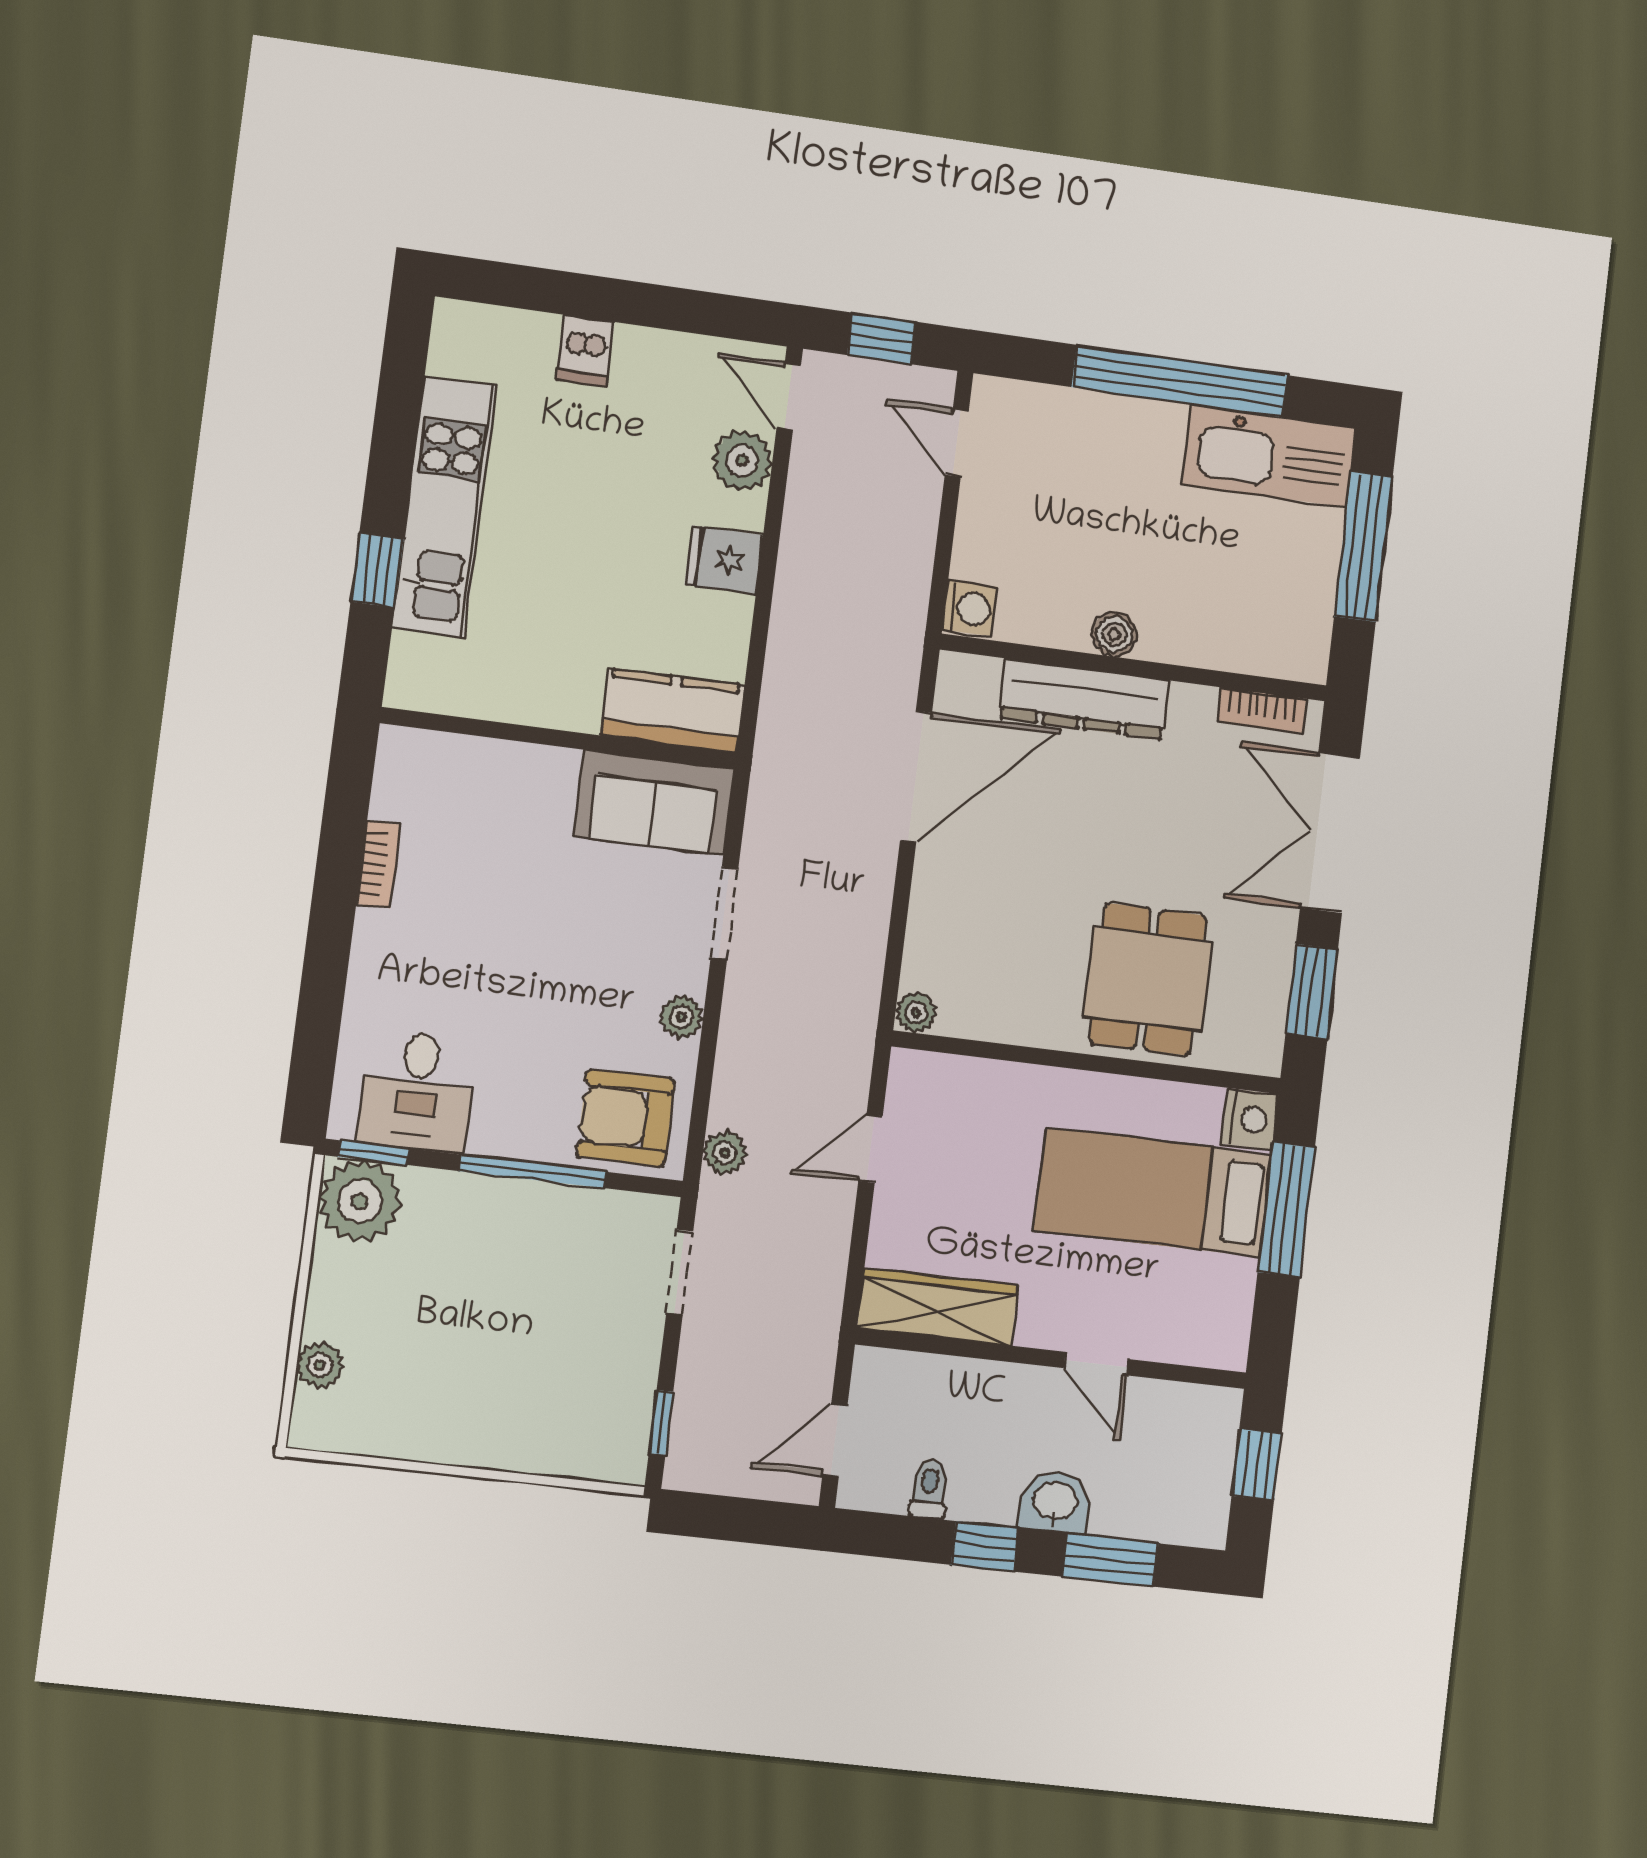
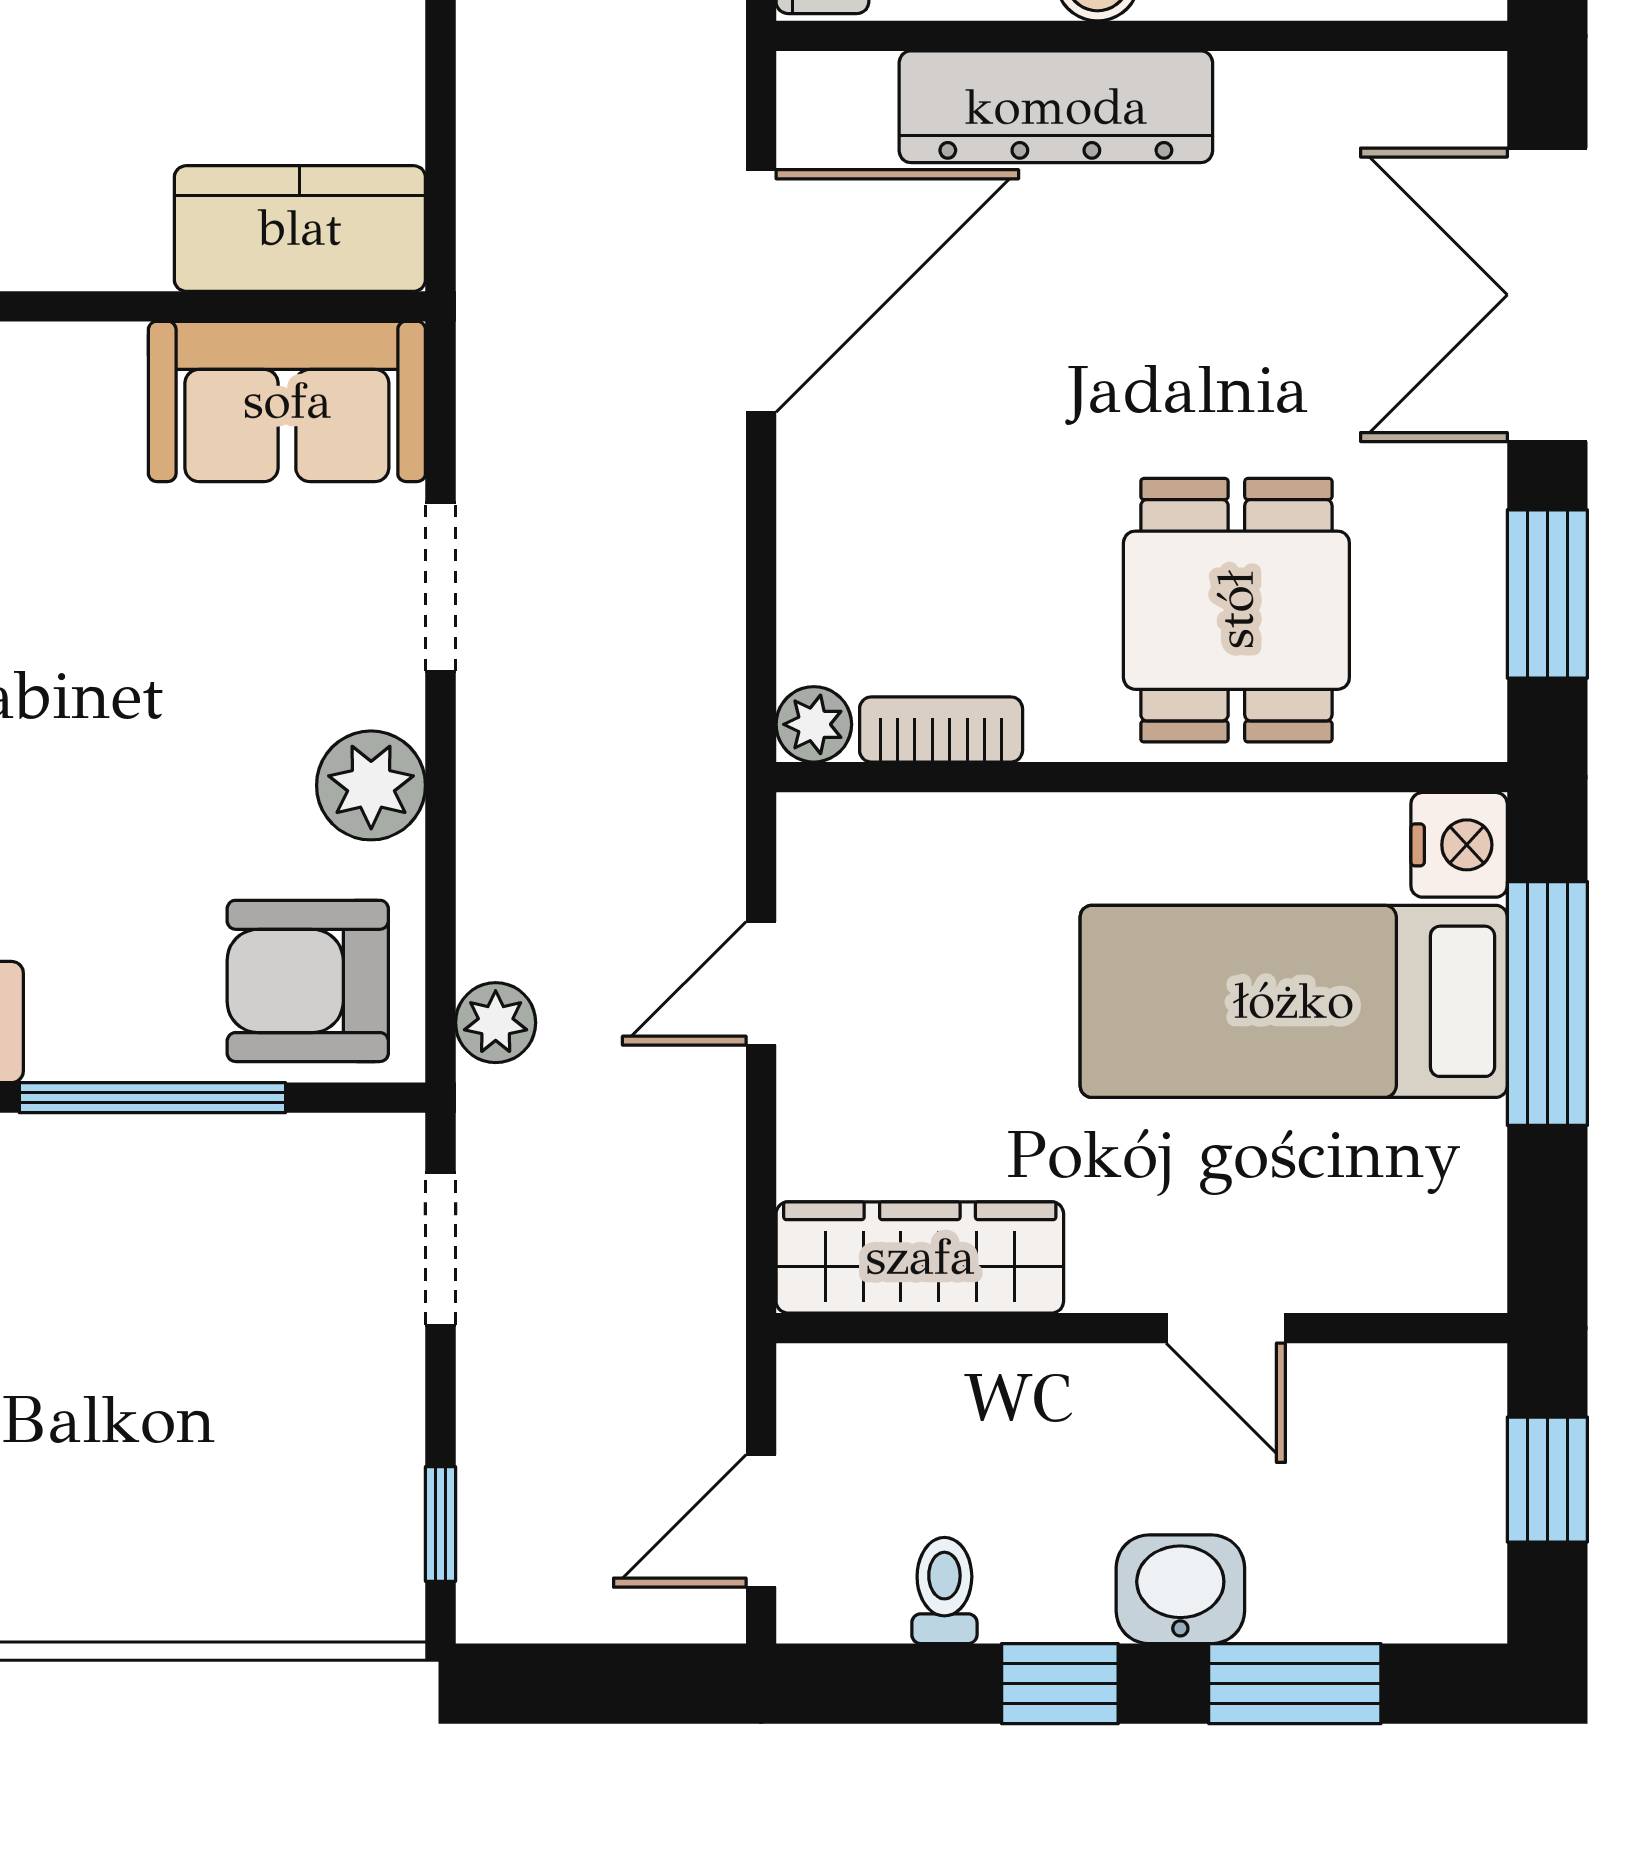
bookcase: (1262, 710) -> (941, 729), moved, turned 180
plant: (681, 1017) -> (371, 785), width x1.38, depth x1.38

